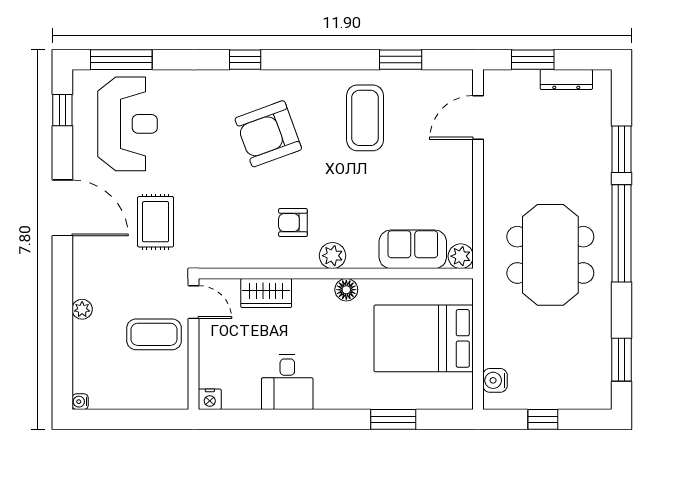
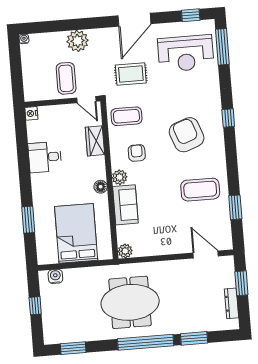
coffee table: (228, 235) -> (126, 116), added
sofa: (413, 249) -> (125, 205), moved
door: (194, 302) -> (86, 100), hinge flipped
plant: (82, 309) -> (78, 41), width x1.88, depth x1.88

